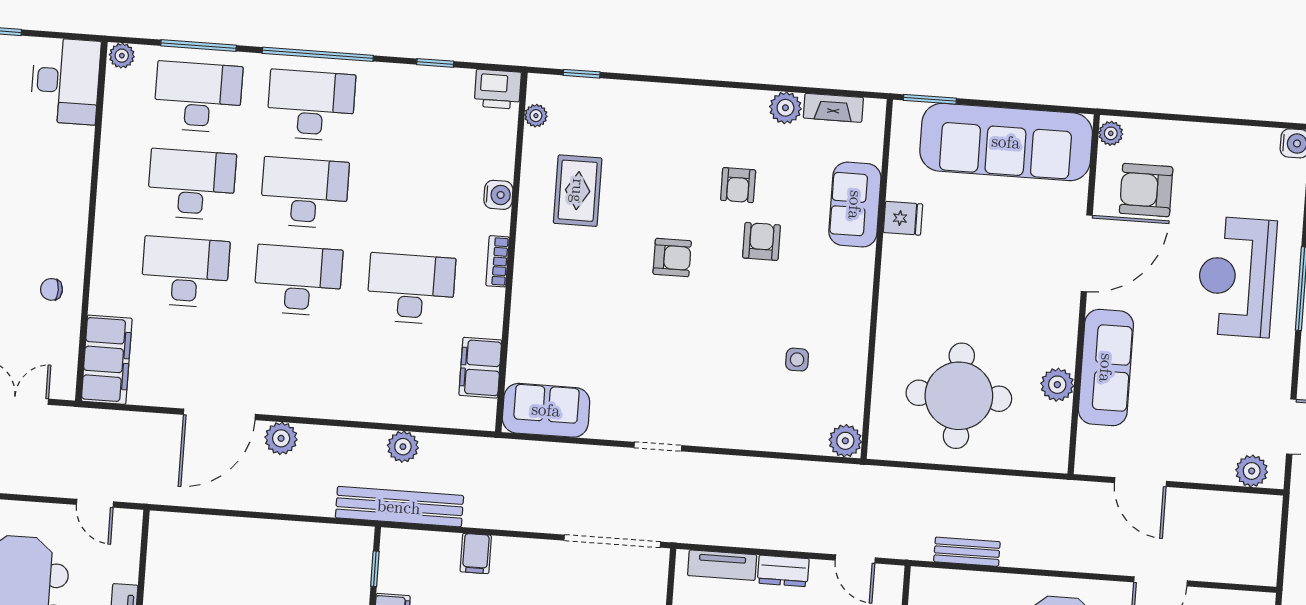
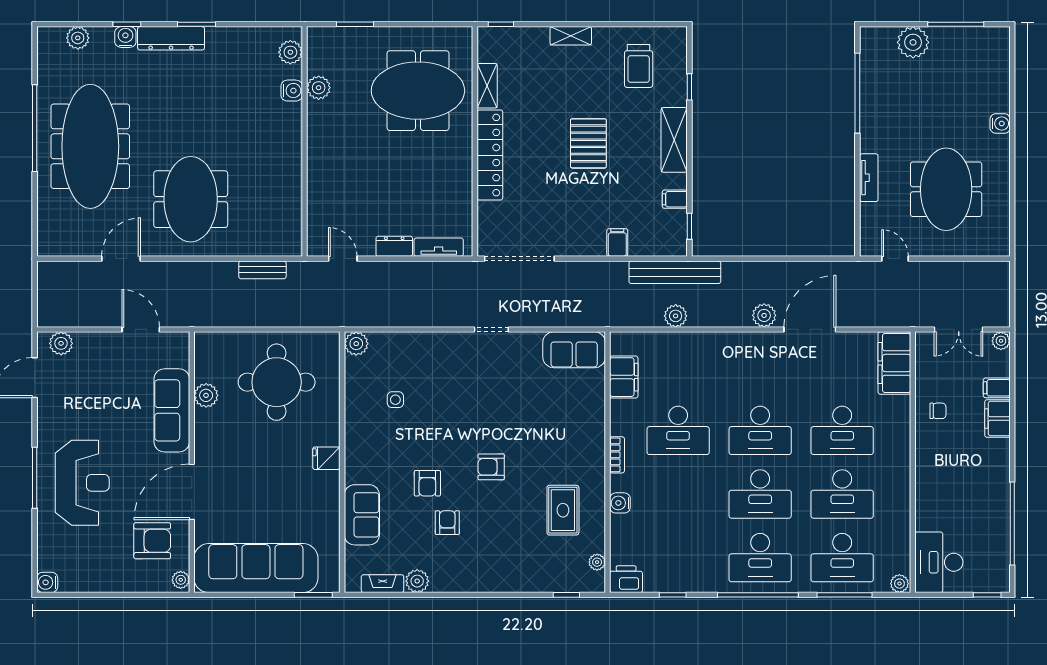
fridge: (903, 218) -> (326, 458), moved

